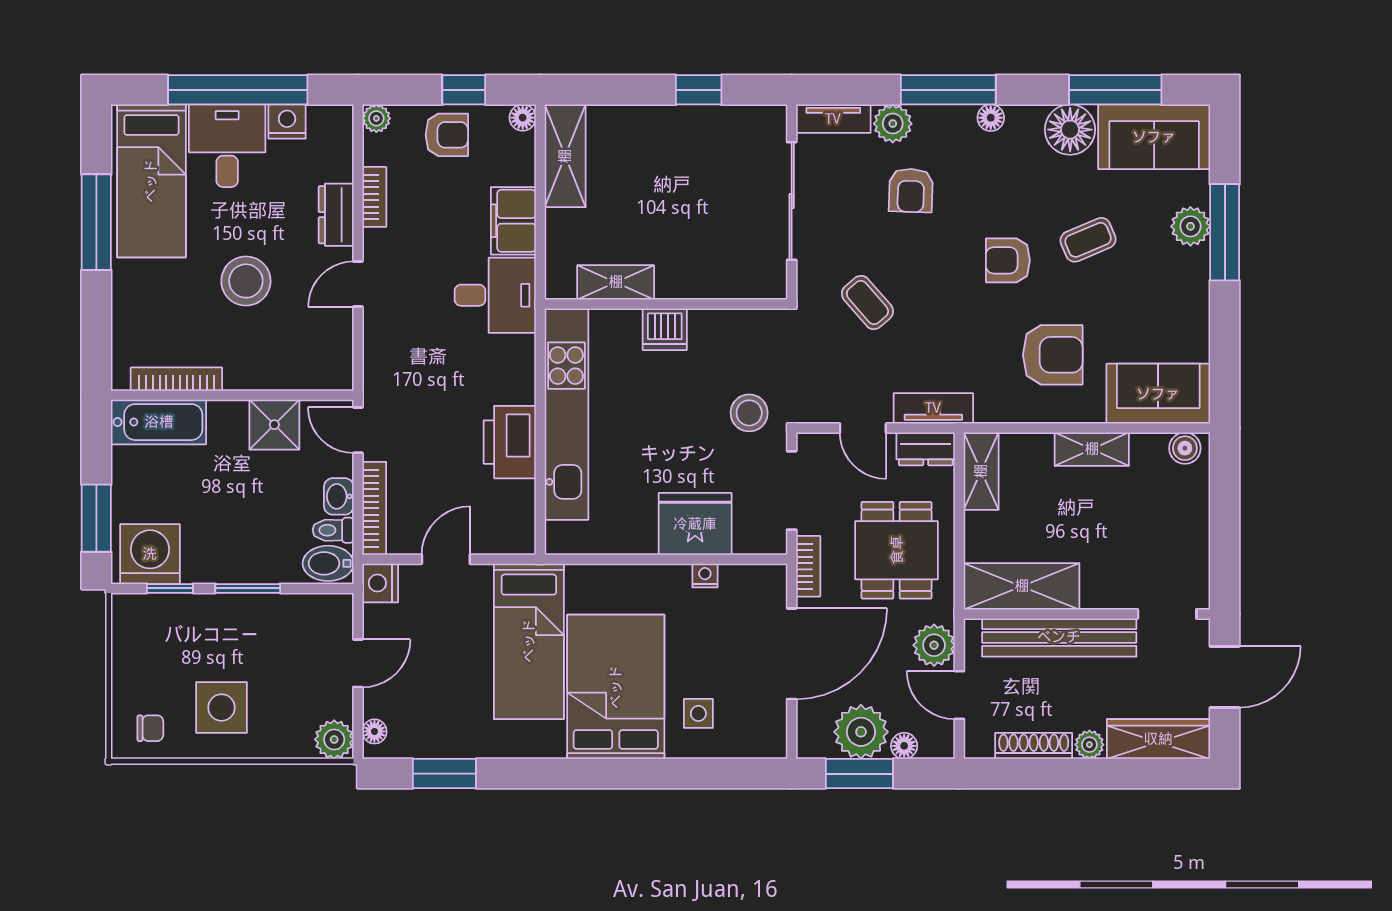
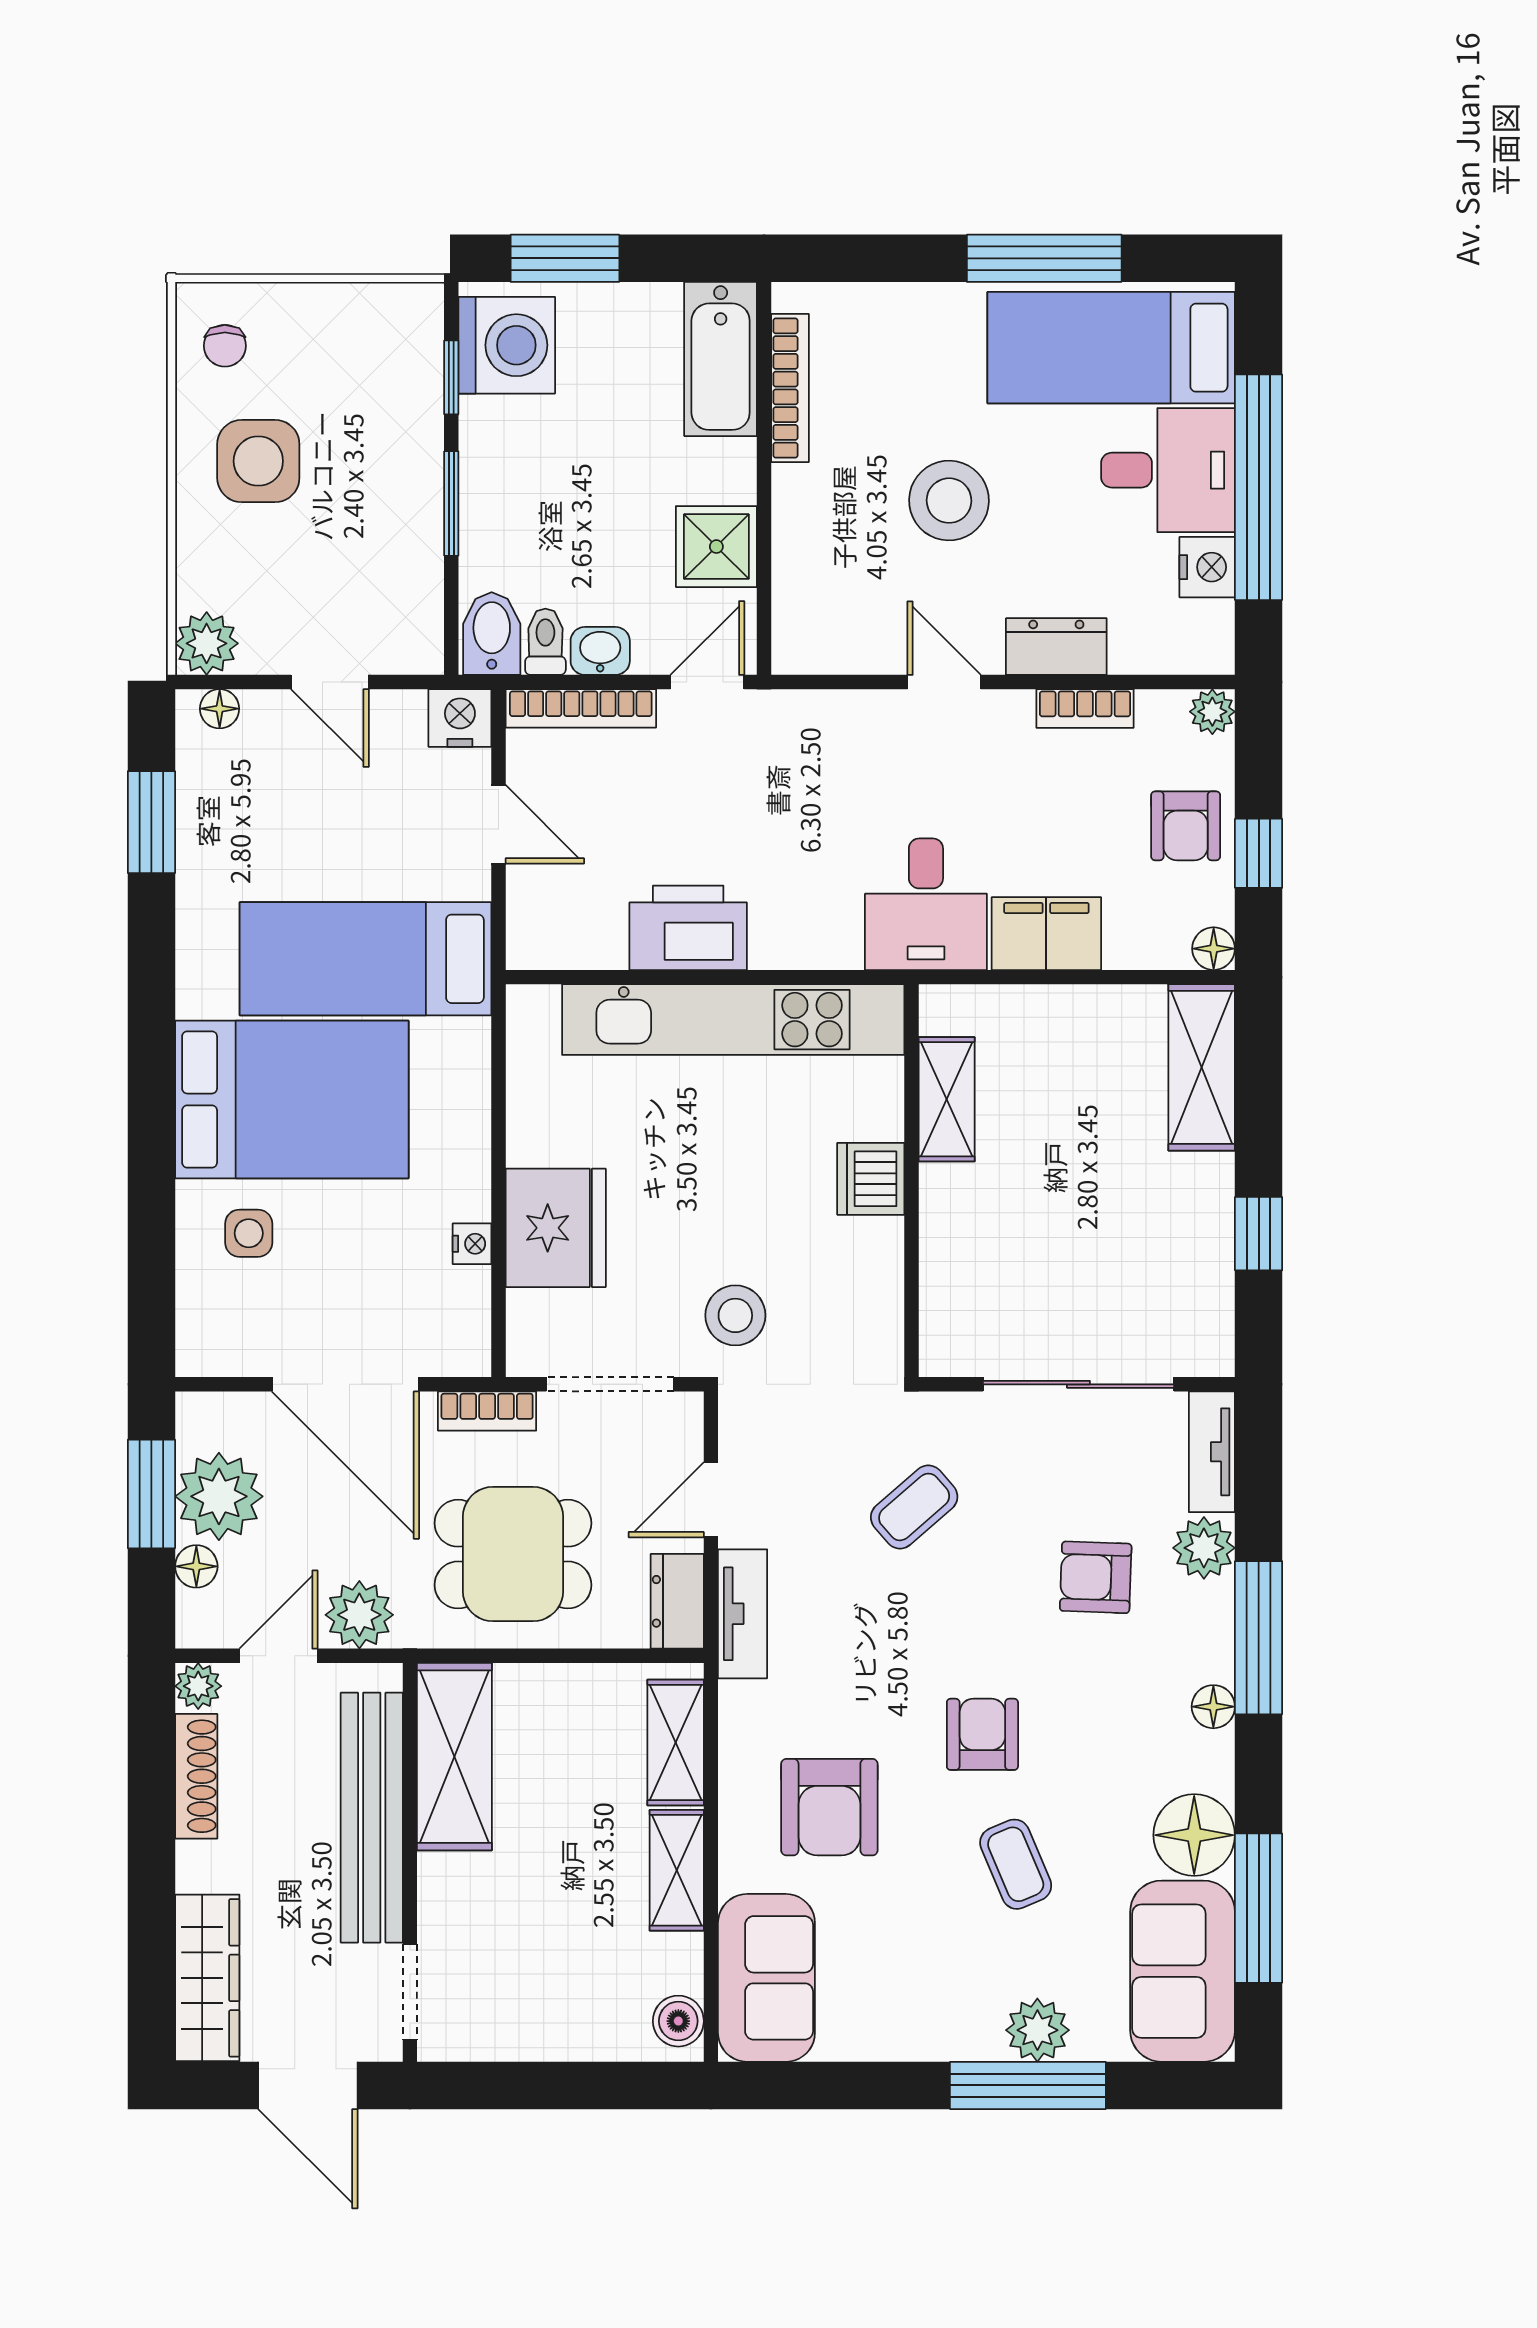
shelving: (565, 156) -> (1202, 1067), moved, turned 90
shelving: (981, 471) -> (676, 1742), moved, turned 90
plant: (1089, 745) -> (198, 1686), moved

